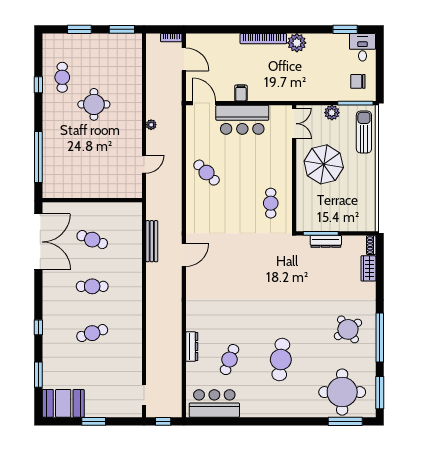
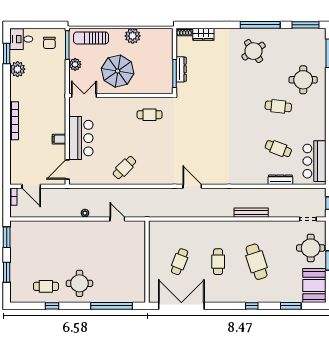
plant: (297, 43) -> (18, 69), moved
door: (184, 59) -> (31, 186), swing flipped
round table: (94, 104) -> (79, 283), moved
plant: (366, 183) -> (133, 36), added
bench: (152, 241) -> (251, 213), moved
cafe table: (92, 333) -> (257, 262), width x1.37, depth x1.35
dresser: (192, 347) -> (280, 180), moved
cafe table: (281, 360) -> (278, 106), width x0.73, depth x0.74
round table: (342, 392) -> (303, 80), moved, width x0.73, depth x0.73
round table: (109, 399) -> (311, 248), added

